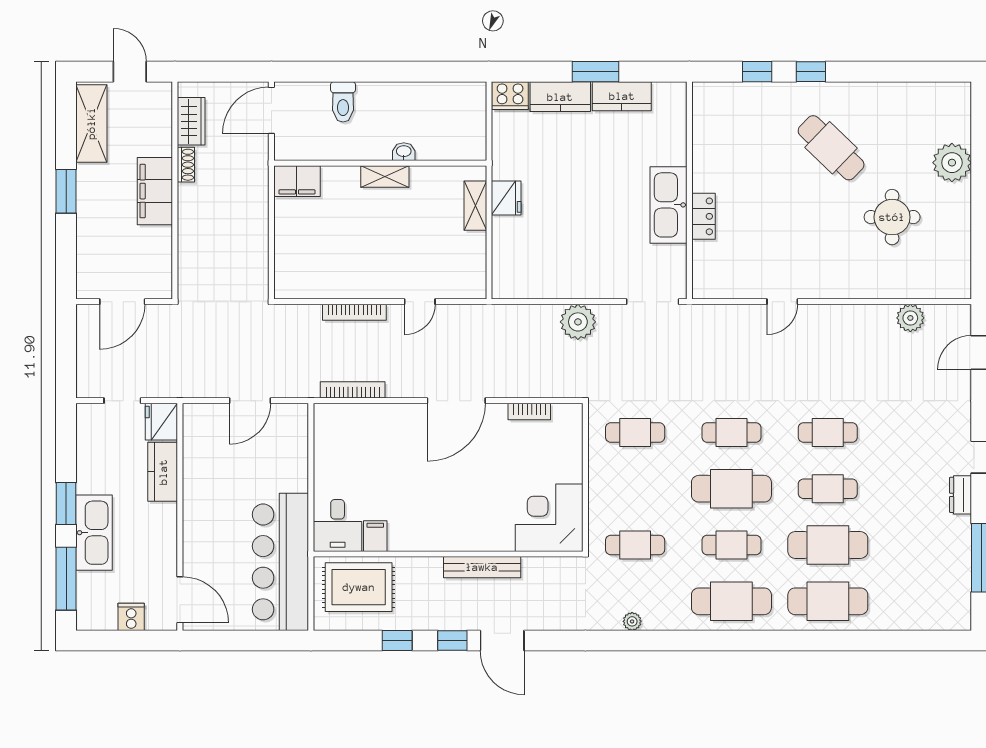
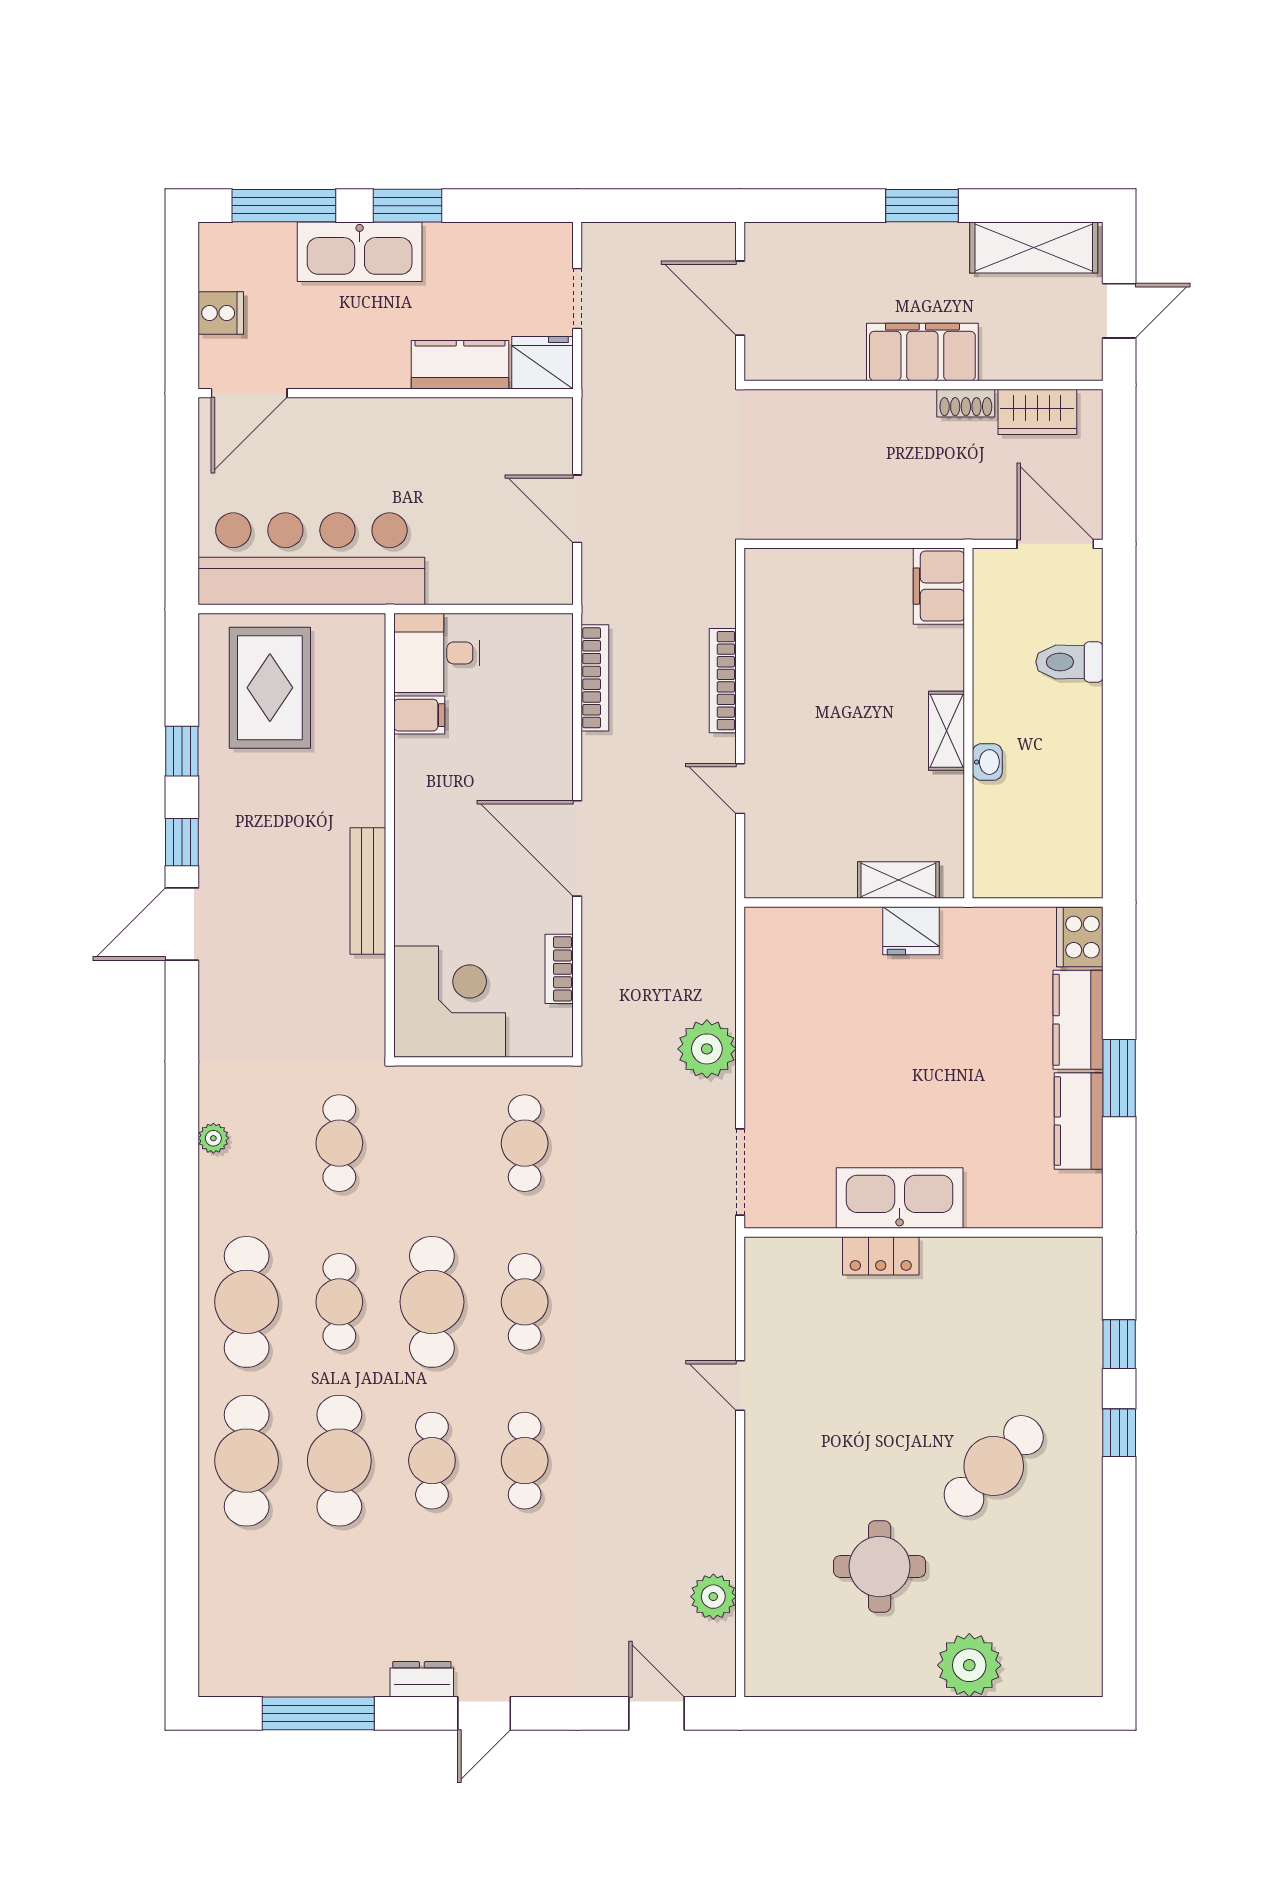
corner desk: (549, 518) -> (450, 1002), moved
desk: (338, 525) -> (437, 653), moved
filing cabinet: (375, 536) -> (419, 715), moved
wall: (448, 554) -> (390, 835), moved
bench: (482, 567) -> (368, 891), moved

